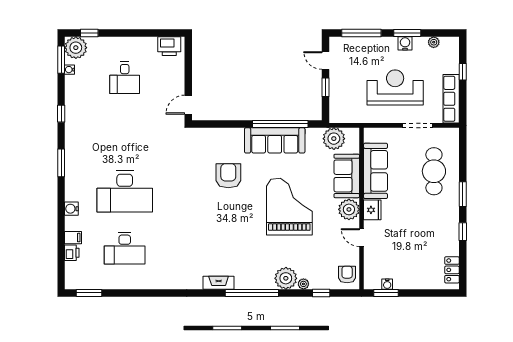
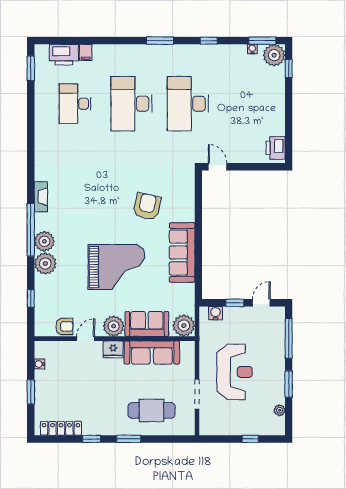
water cooler: (405, 43) -> (215, 313), moved, turned -90
desk: (125, 78) -> (188, 104), moved, width x1.87, depth x1.30
row of seats: (451, 99) -> (223, 427), removed
window: (280, 124) -> (198, 258), removed
plant: (334, 139) -> (184, 326), moved
armchair: (228, 176) -> (147, 206), turned -78
water cooler: (71, 209) -> (114, 51), removed
printer: (72, 253) -> (64, 55), width x1.87, depth x1.48
locker: (452, 270) -> (61, 428), width x1.53
armchair: (347, 275) -> (64, 326), moved
plant: (303, 284) -> (44, 241), moved, width x1.88, depth x1.88
window: (386, 293) -> (31, 392), moved

